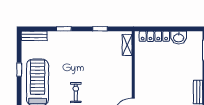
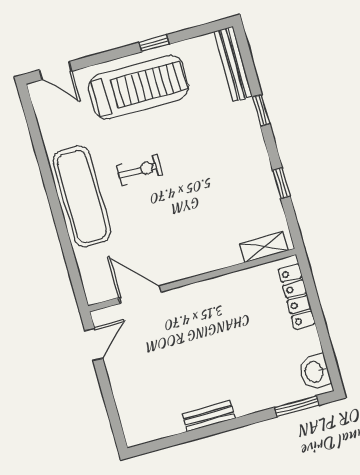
bench: (34, 36) -> (233, 64), width x1.36
washbasin: (179, 38) -> (315, 372), moved

